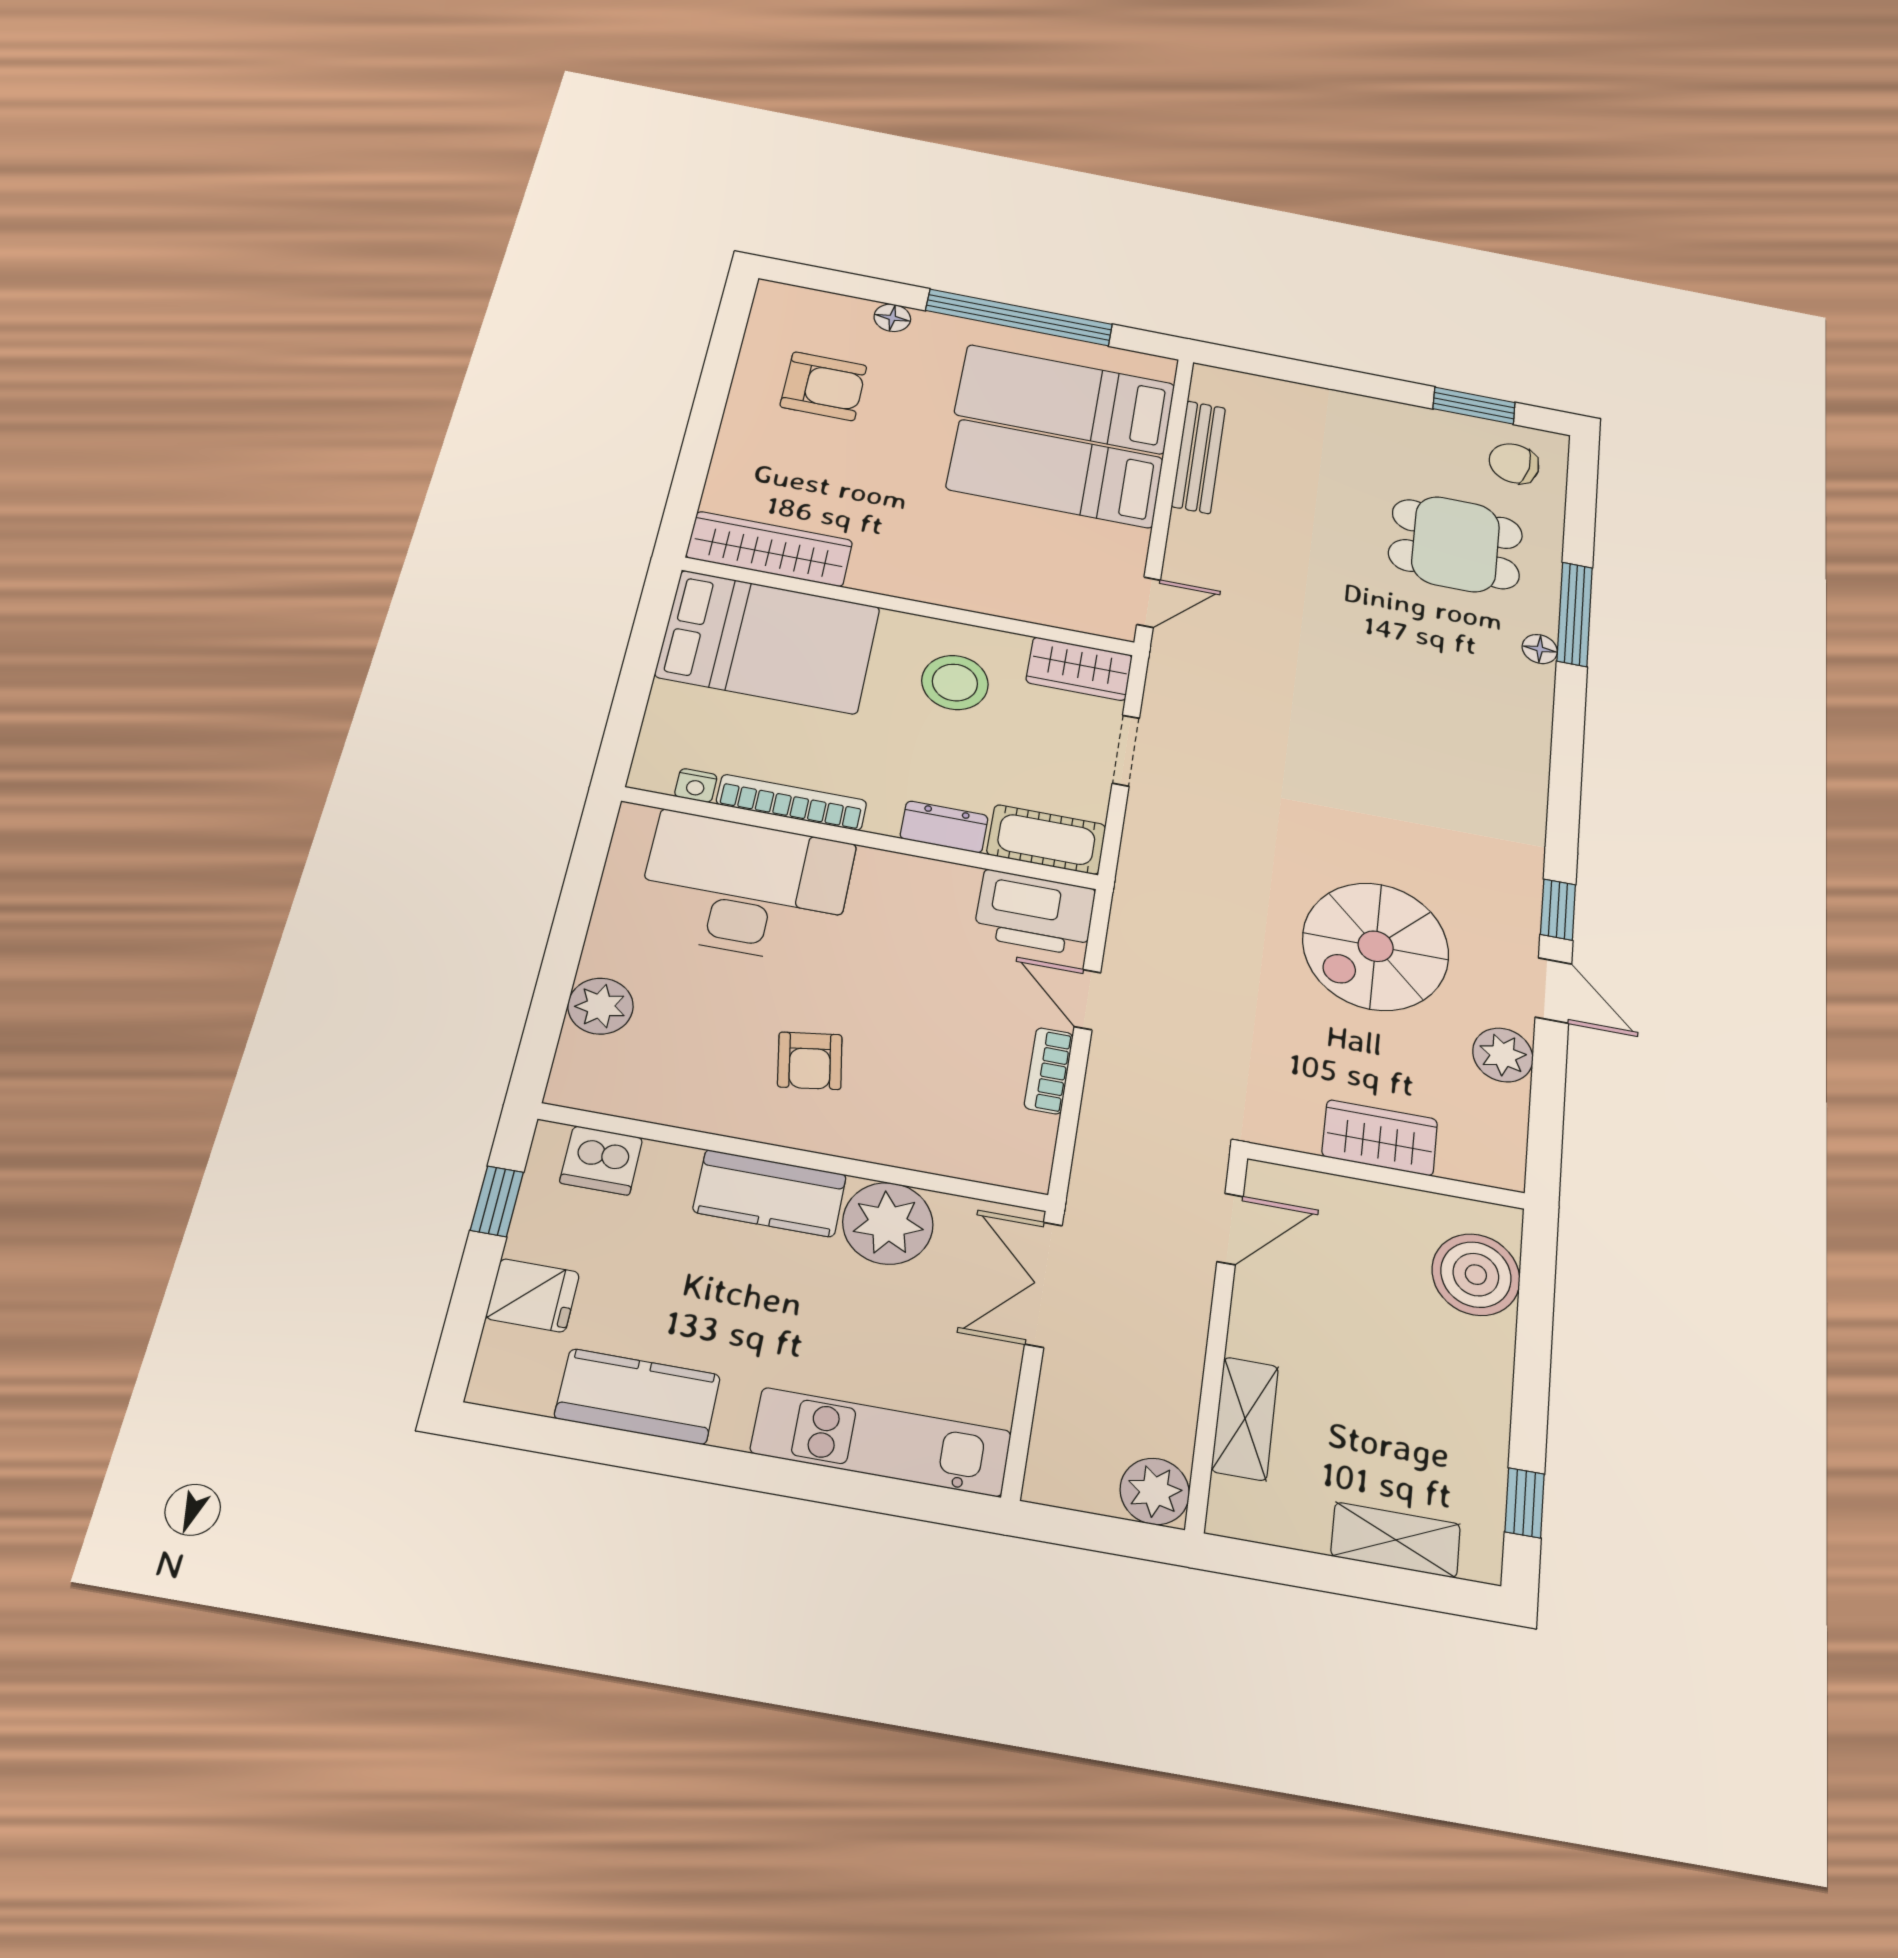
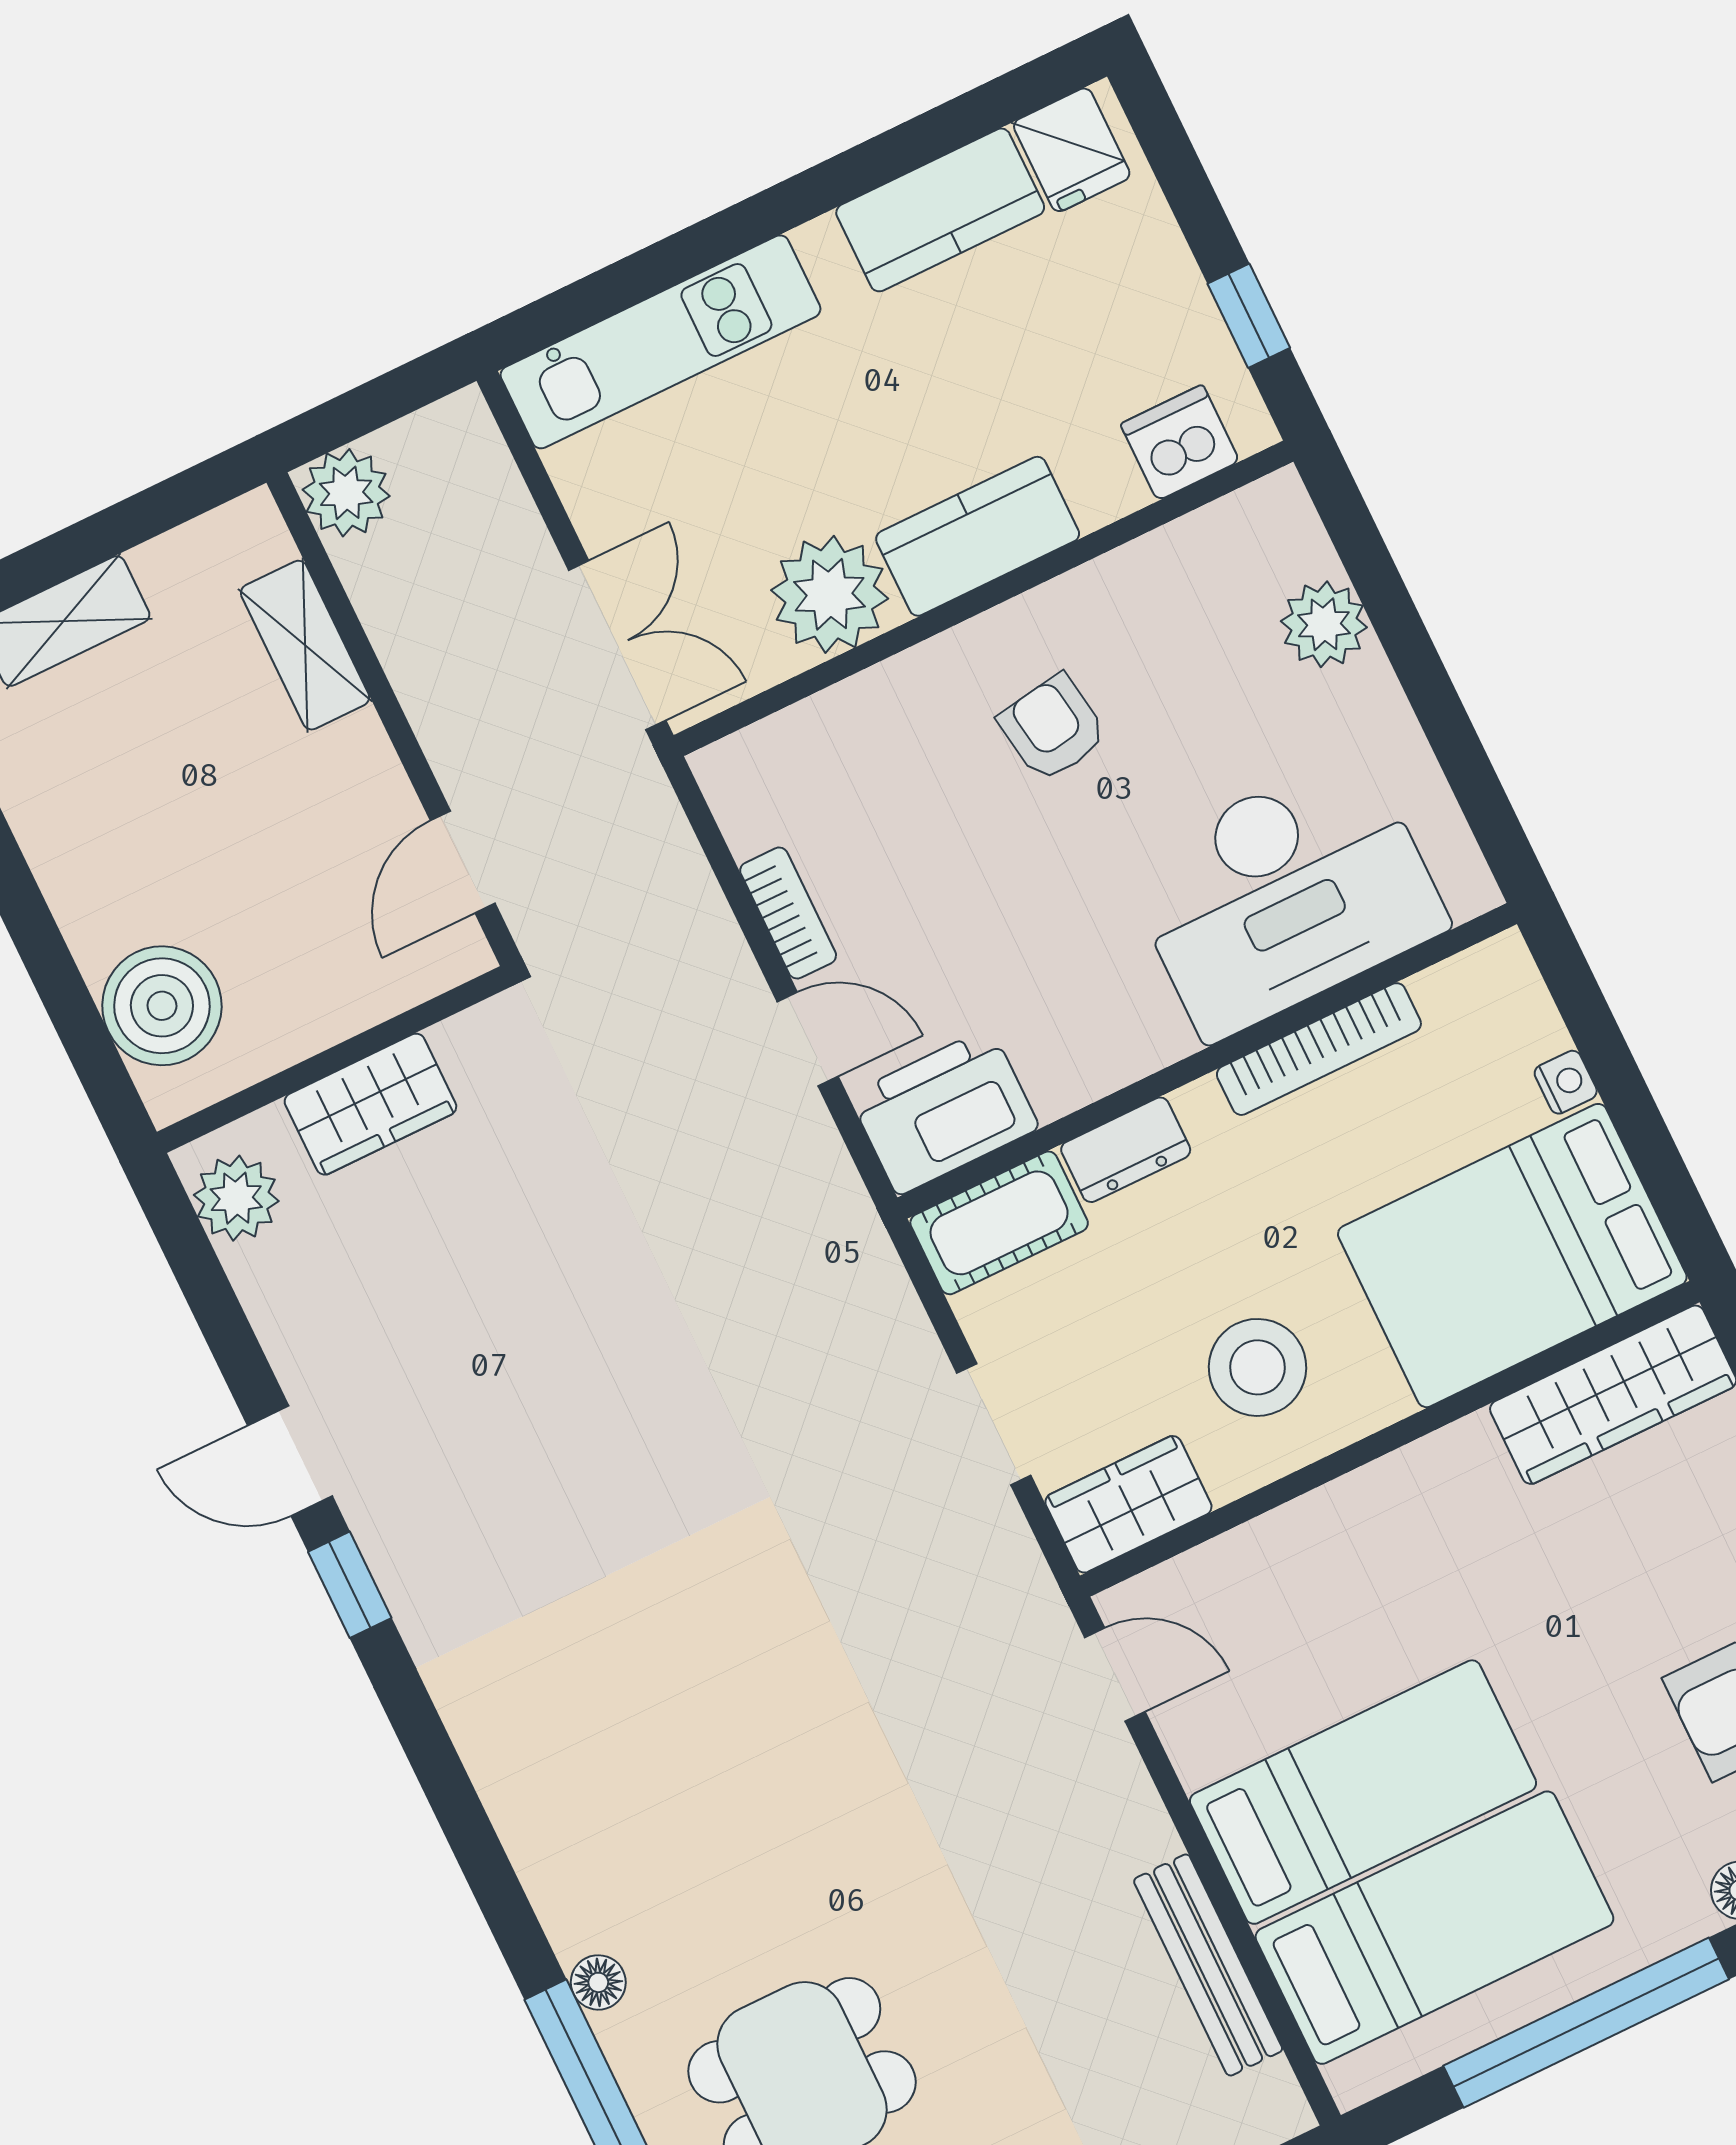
door: (1149, 602) -> (1115, 1674), swing flipped
nightstand: (696, 785) -> (1566, 1082), moved, turned 90
spiral stairs: (1376, 946) -> (530, 1365), removed
plant: (1503, 1055) -> (236, 1198), moved
fridge: (533, 1295) -> (1072, 150), moved, turned -90

